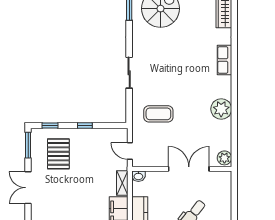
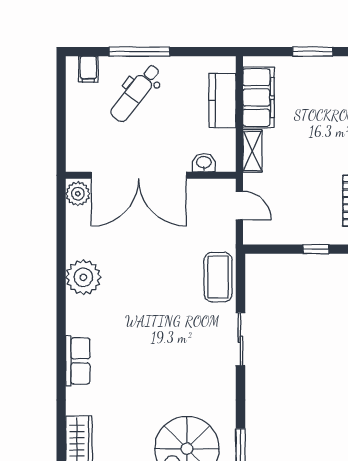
coffee table: (158, 114) -> (218, 277), moved, turned 90
double door: (189, 169) -> (139, 175), width x1.36
washbasin: (138, 176) -> (204, 163), moved

